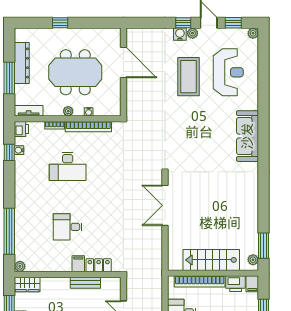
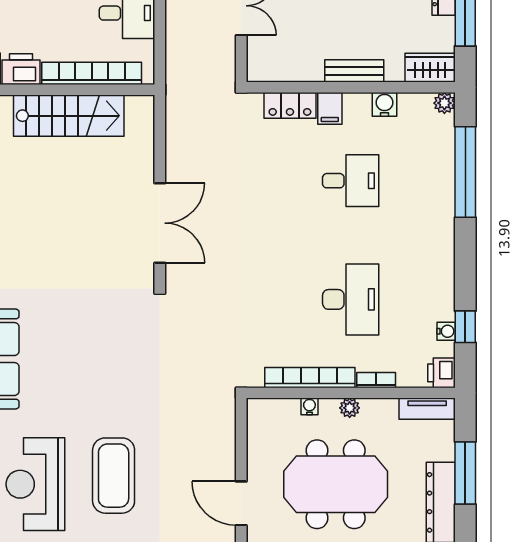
door: (123, 63) -> (241, 503), width x0.73
desk: (68, 166) -> (351, 299), turned 90
water cooler: (50, 266) -> (385, 104), added
bench: (85, 283) -> (354, 71), moved

